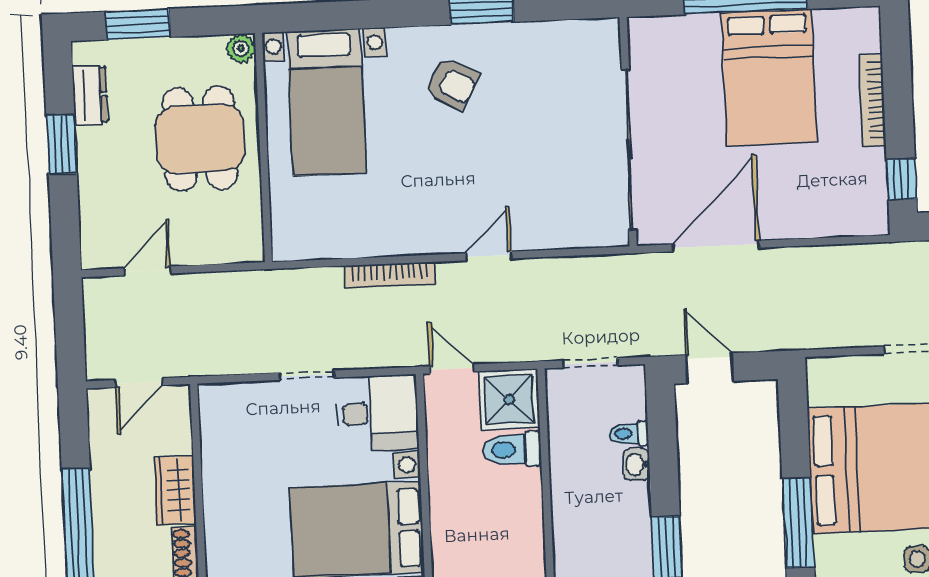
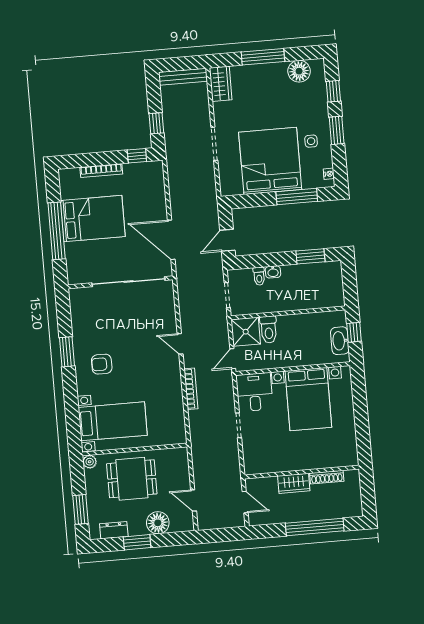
armchair: (452, 84) -> (102, 364), turned -119
floor lamp: (102, 191) -> (158, 523), added

